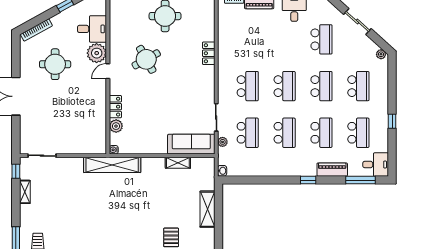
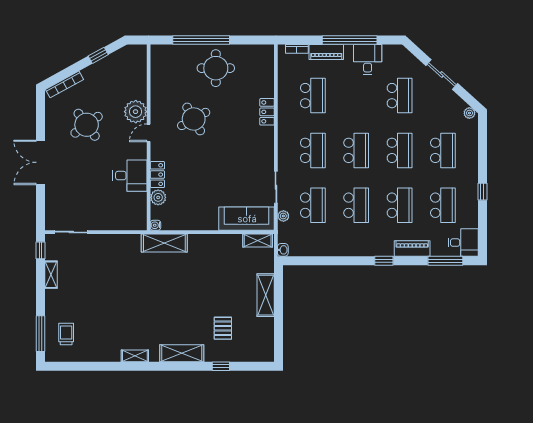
desk: (92, 29) -> (130, 176), moved
school desk: (248, 39) -> (313, 96), added
round table: (55, 64) -> (87, 125), turned -36
shelving: (178, 163) -> (258, 240), moved
shelving: (112, 165) -> (164, 243), width x0.68

